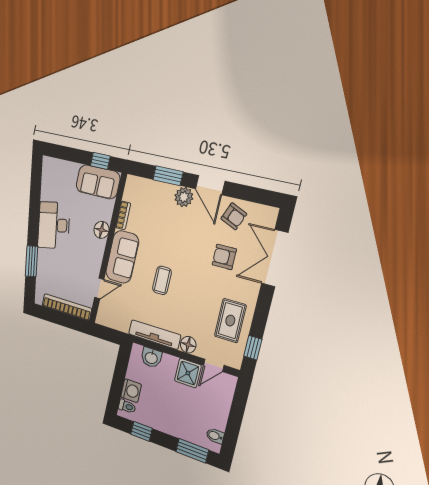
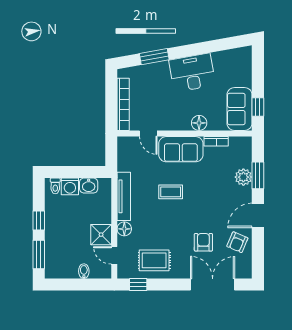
plant: (184, 197) -> (243, 177), moved
washbasin: (151, 358) -> (89, 186), moved, turned -90
window: (141, 431) -> (39, 221), moved
bidet: (215, 436) -> (84, 271), moved

